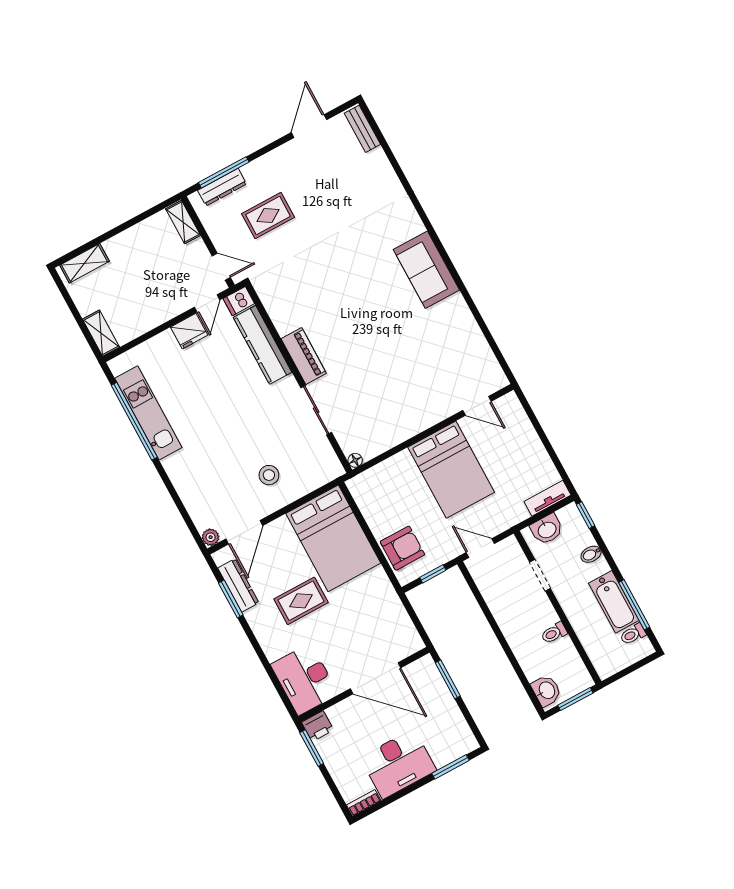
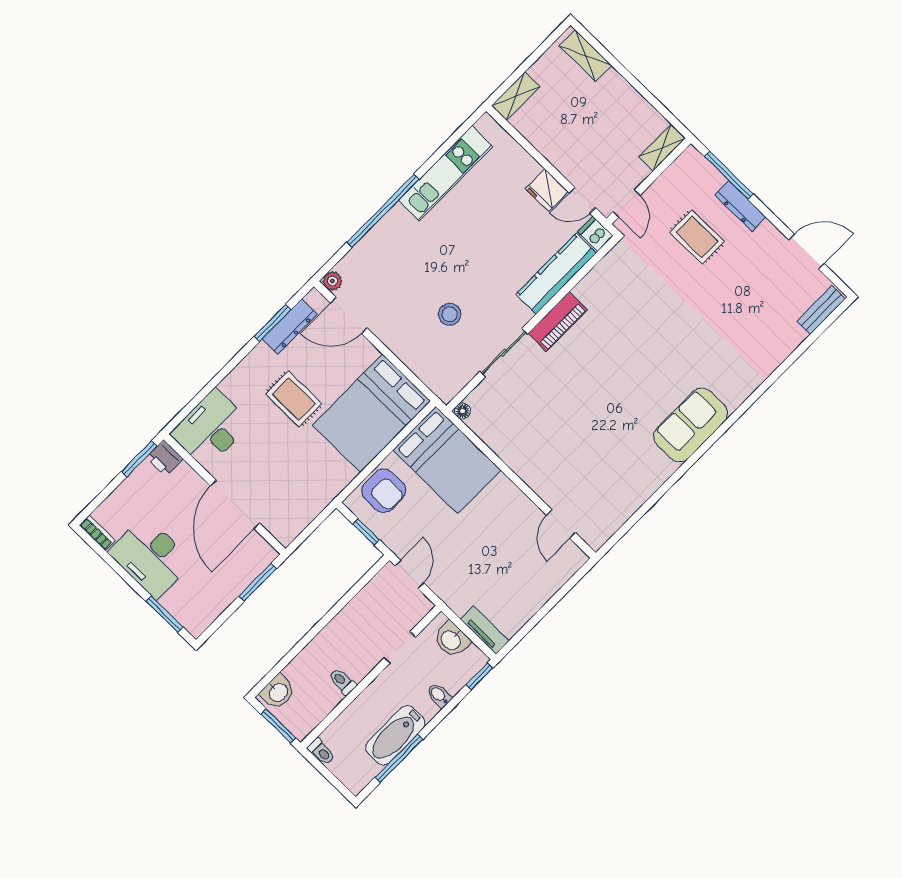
dresser: (222, 187) -> (740, 206), moved
window: (134, 421) -> (383, 211), moved
bed: (451, 470) -> (447, 460), moved, turned -90
stool: (269, 475) -> (450, 314), moved
toilet: (633, 634) -> (321, 752), moved, turned 180

